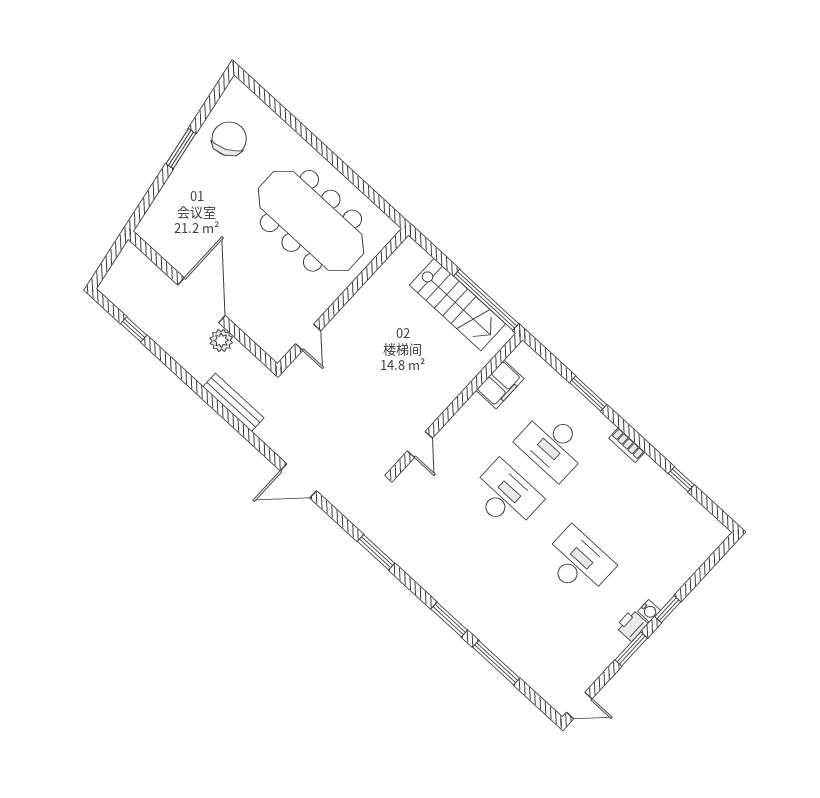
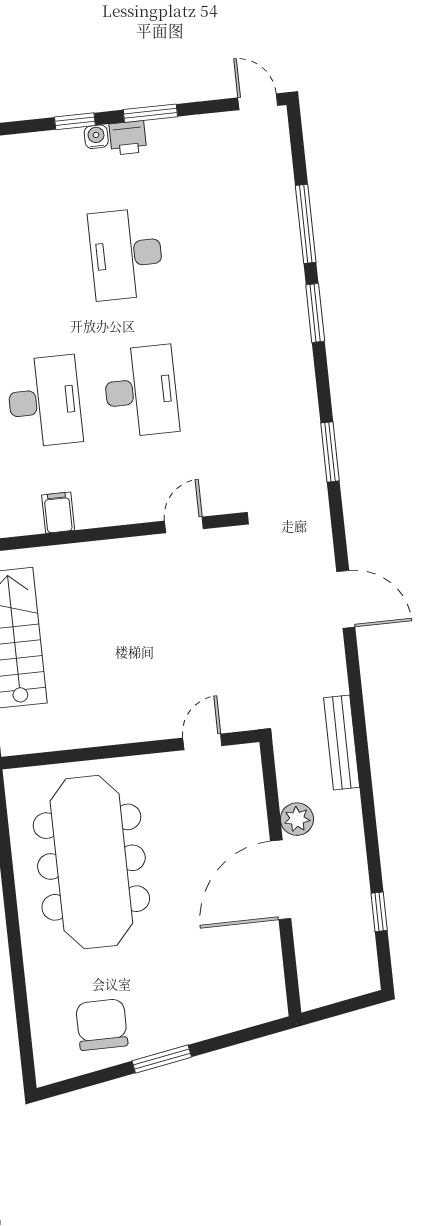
chair: (229, 139) -> (102, 1025), turned 115
filing cabinet: (500, 384) -> (58, 513), width x0.50
desk: (506, 496) -> (141, 391), turned 180

